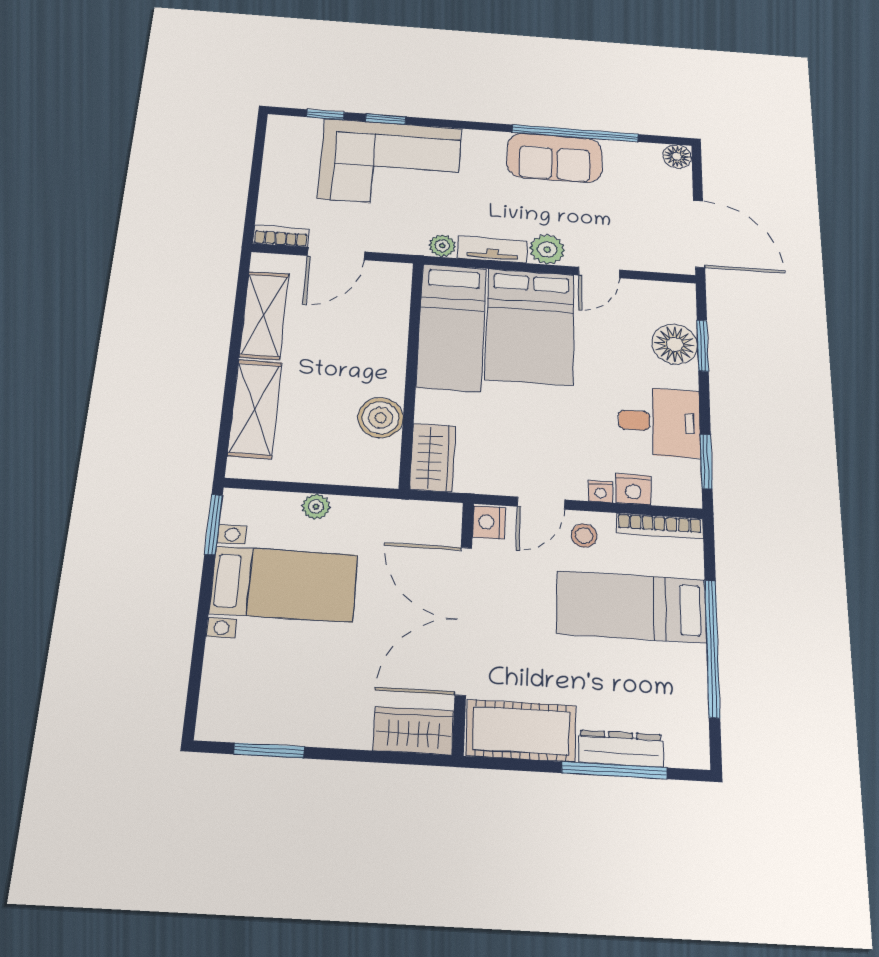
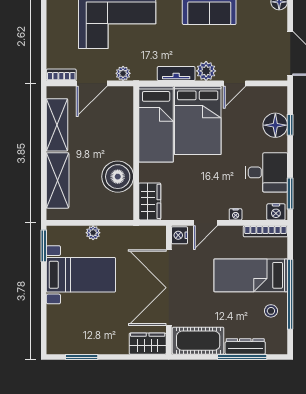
plant: (442, 246) -> (123, 73), moved
window: (703, 346) -> (290, 125), width x0.67
boiler: (381, 418) -> (118, 177), width x1.37, depth x1.37
nightstand: (633, 489) -> (276, 212), moved
stool: (584, 535) -> (271, 311), moved

